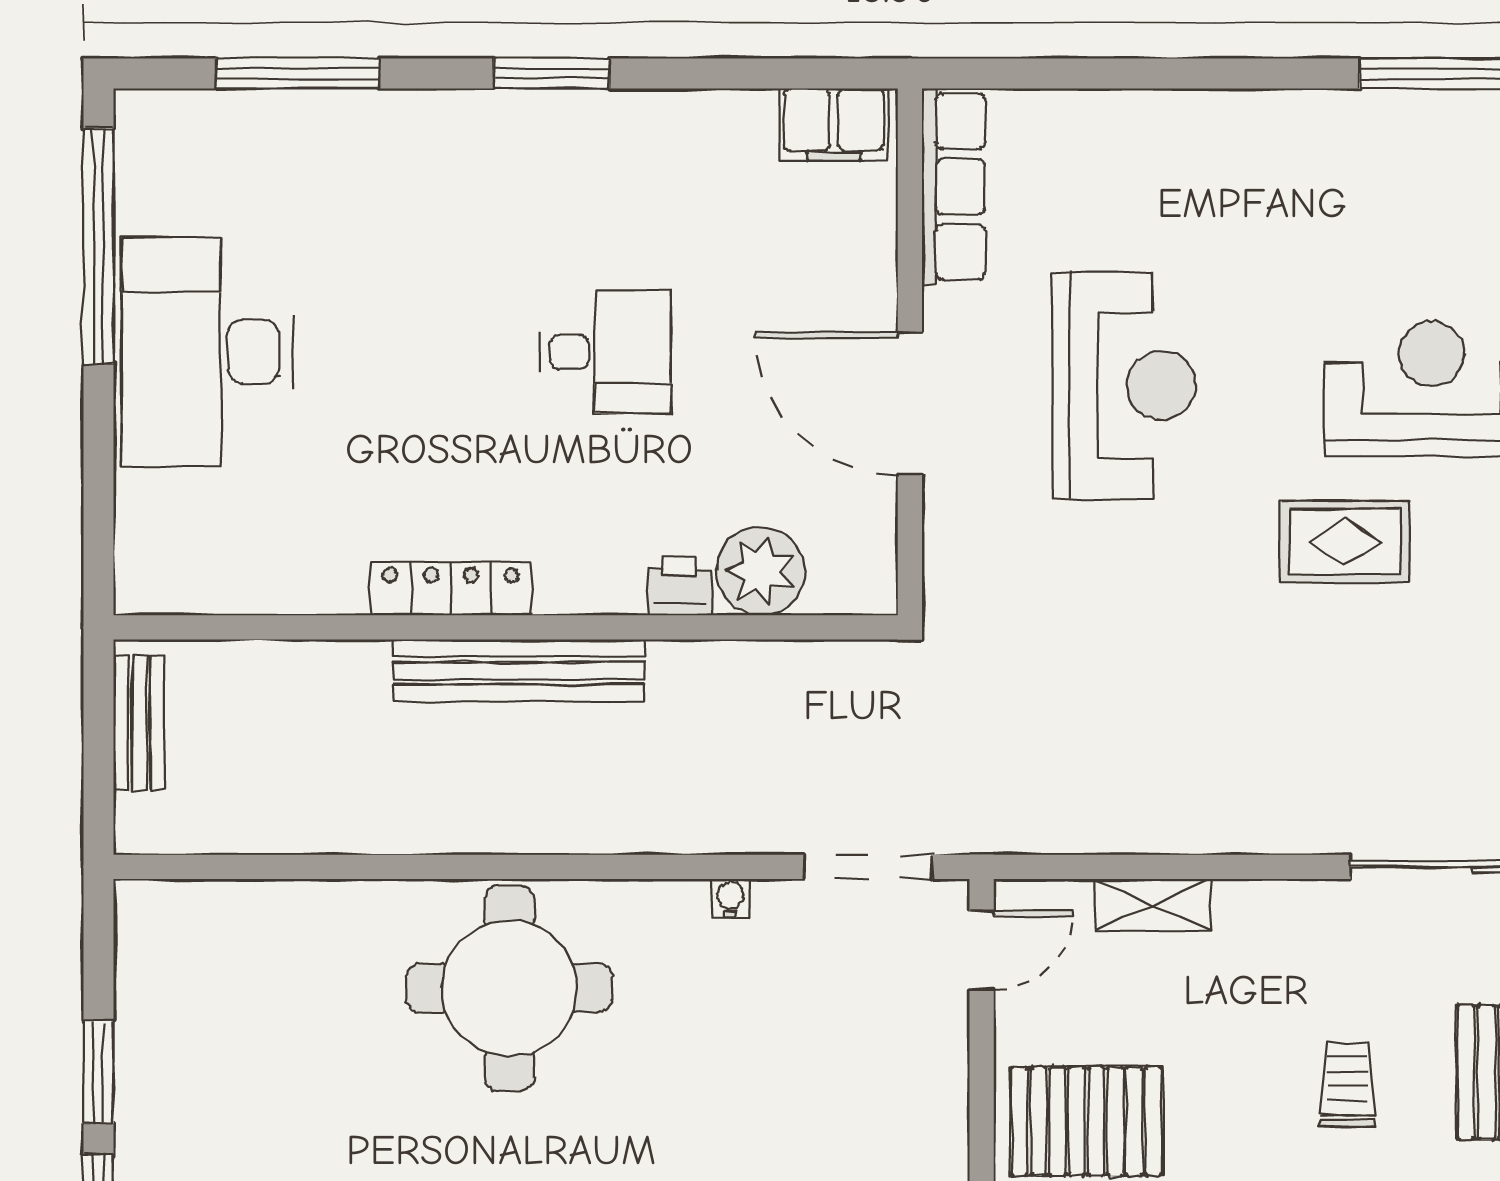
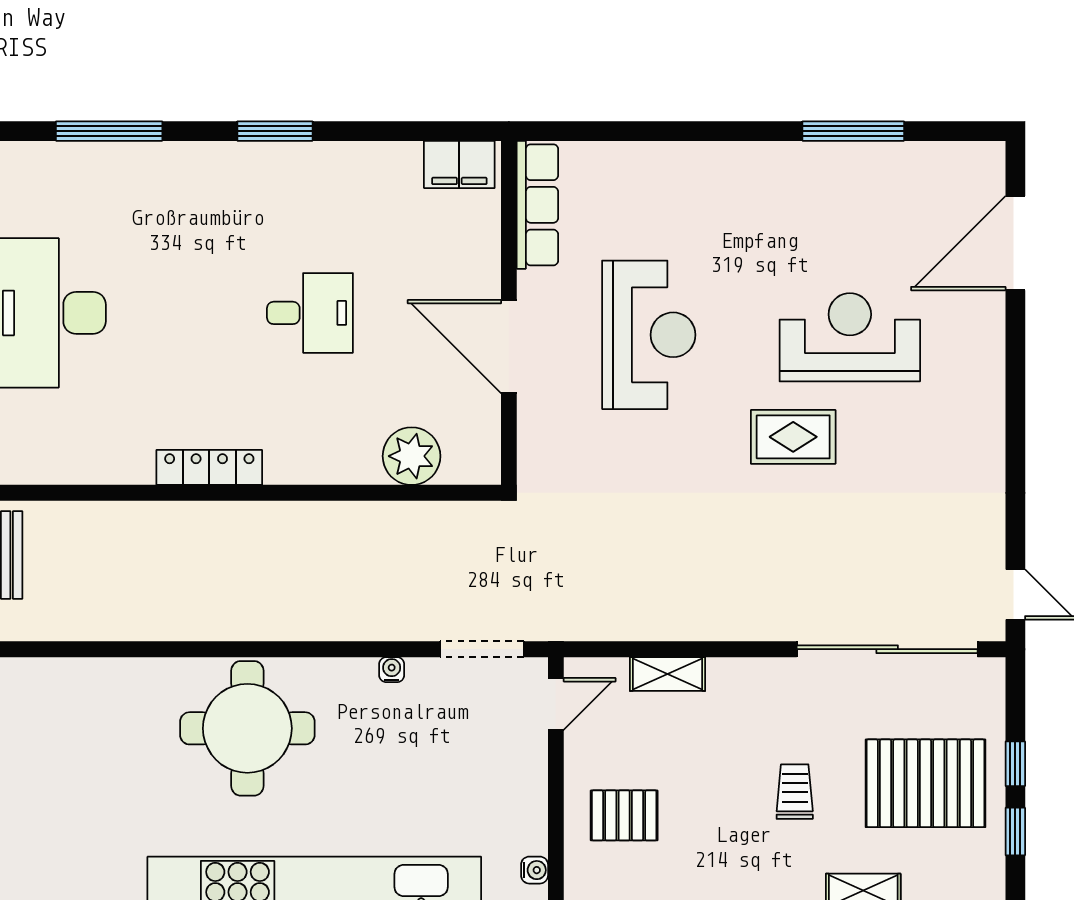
printer: (680, 587) -> (359, 466), removed
bench: (519, 671) -> (254, 521), removed
pallet: (1086, 1121) -> (624, 815), width x0.67, depth x0.71

